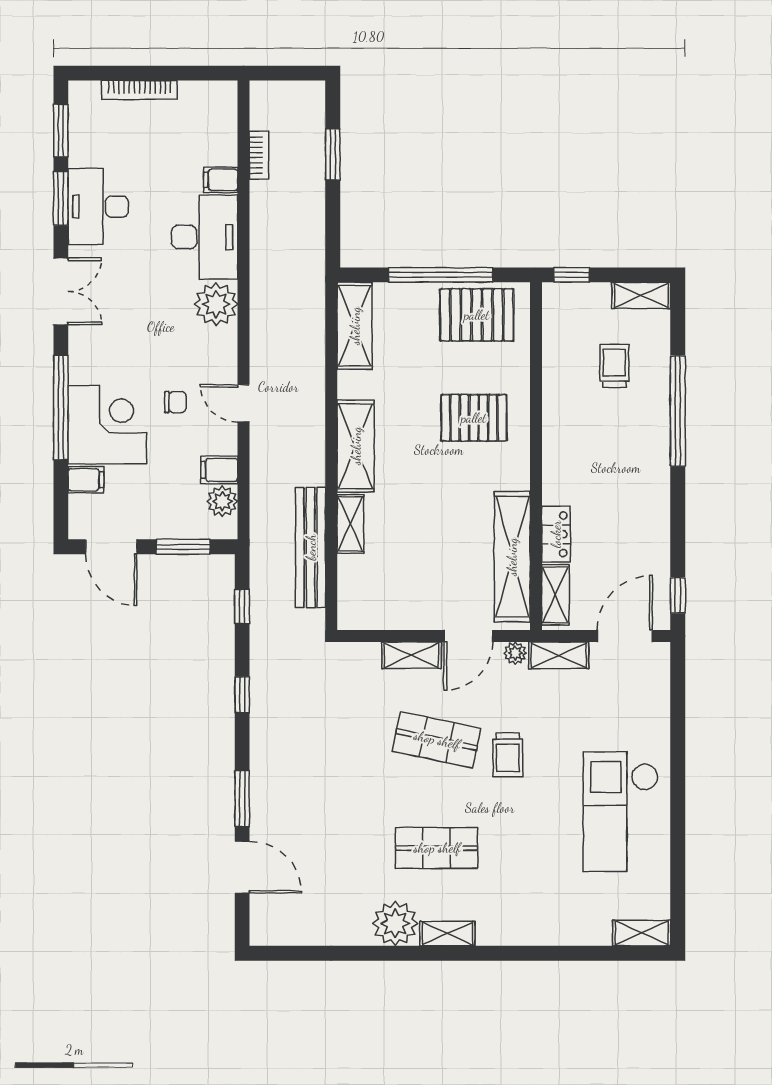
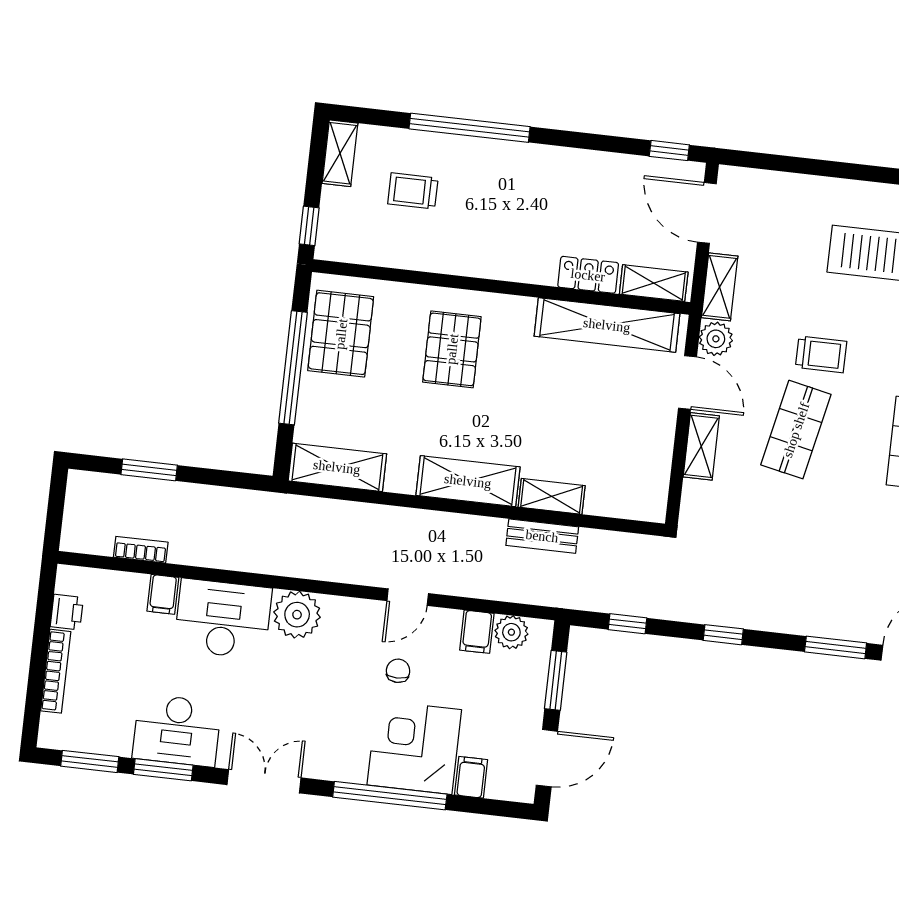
printer: (195, 94) -> (67, 612), added
bench: (311, 547) -> (542, 536), width x0.54, depth x0.82
plant: (515, 653) -> (716, 339), width x1.38, depth x1.38

